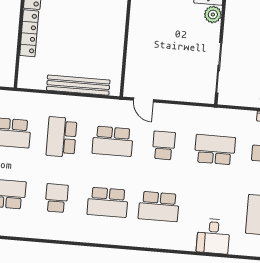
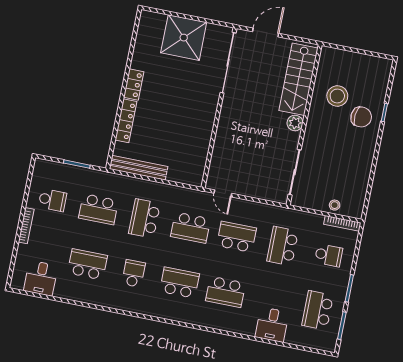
bench: (78, 85) -> (139, 168), moved
school desk: (164, 145) -> (237, 237), width x1.85
school desk: (215, 150) -> (283, 246), turned -90
school desk: (108, 202) -> (180, 283), turned 180

